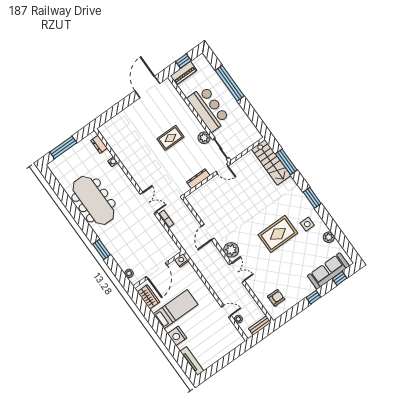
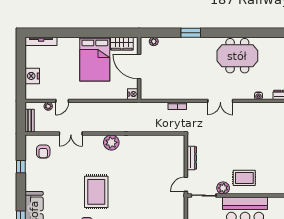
rug: (171, 138) -> (244, 178), moved, turned 90
meeting table: (93, 200) -> (237, 56), width x0.73
double door: (148, 203) -> (220, 101), moved
door: (208, 232) -> (141, 134), removed
double door: (237, 273) -> (71, 134), moved
window: (313, 297) -> (21, 167), moved
bed: (176, 309) -> (95, 59), width x1.50
nightstand: (177, 336) -> (32, 76), moved, turned -90

